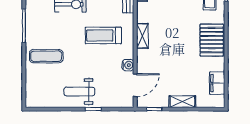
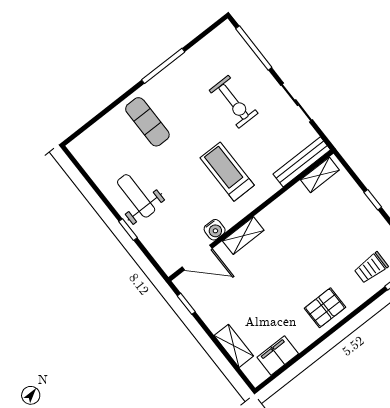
shelving: (142, 36) -> (243, 236), moved
pallet: (212, 40) -> (325, 308), width x0.67, depth x0.71
shelving: (182, 102) -> (234, 346), moved

